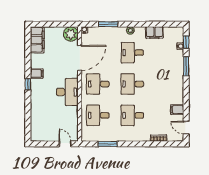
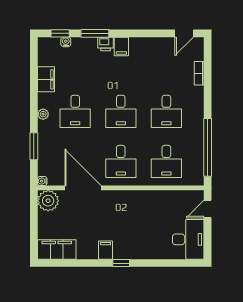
printer: (179, 74) -> (106, 44), added
desk: (67, 92) -> (188, 239), moved, turned 90
filing cabinet: (177, 110) -> (121, 46), moved
window: (108, 144) -> (208, 147), width x2.11

